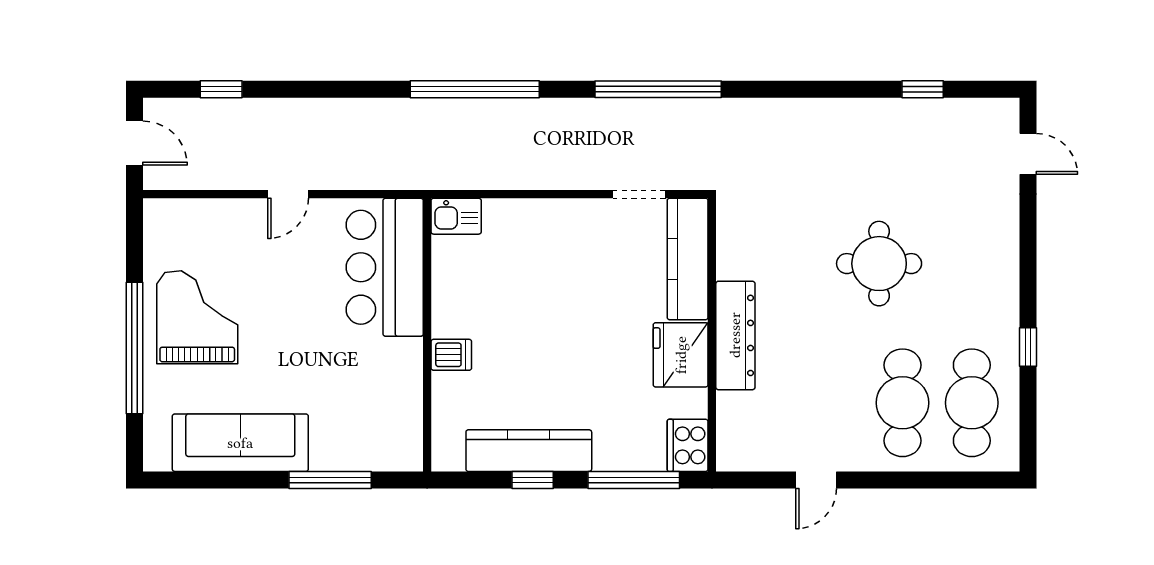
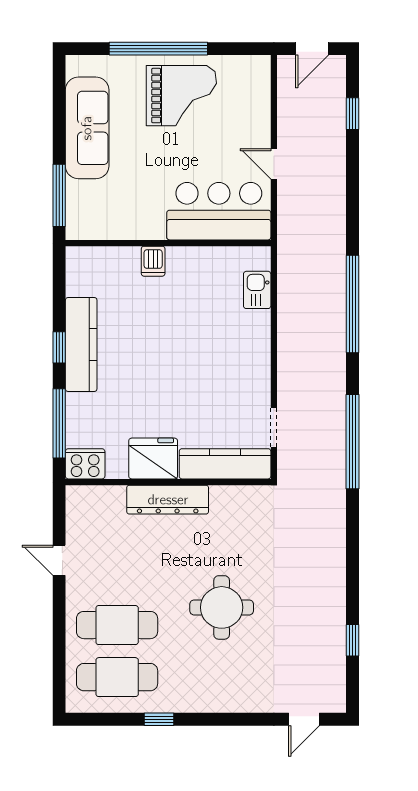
bar counter: (385, 267) -> (219, 211), moved
wall: (427, 335) -> (168, 243), moved
dishwasher: (451, 355) -> (153, 261), moved

